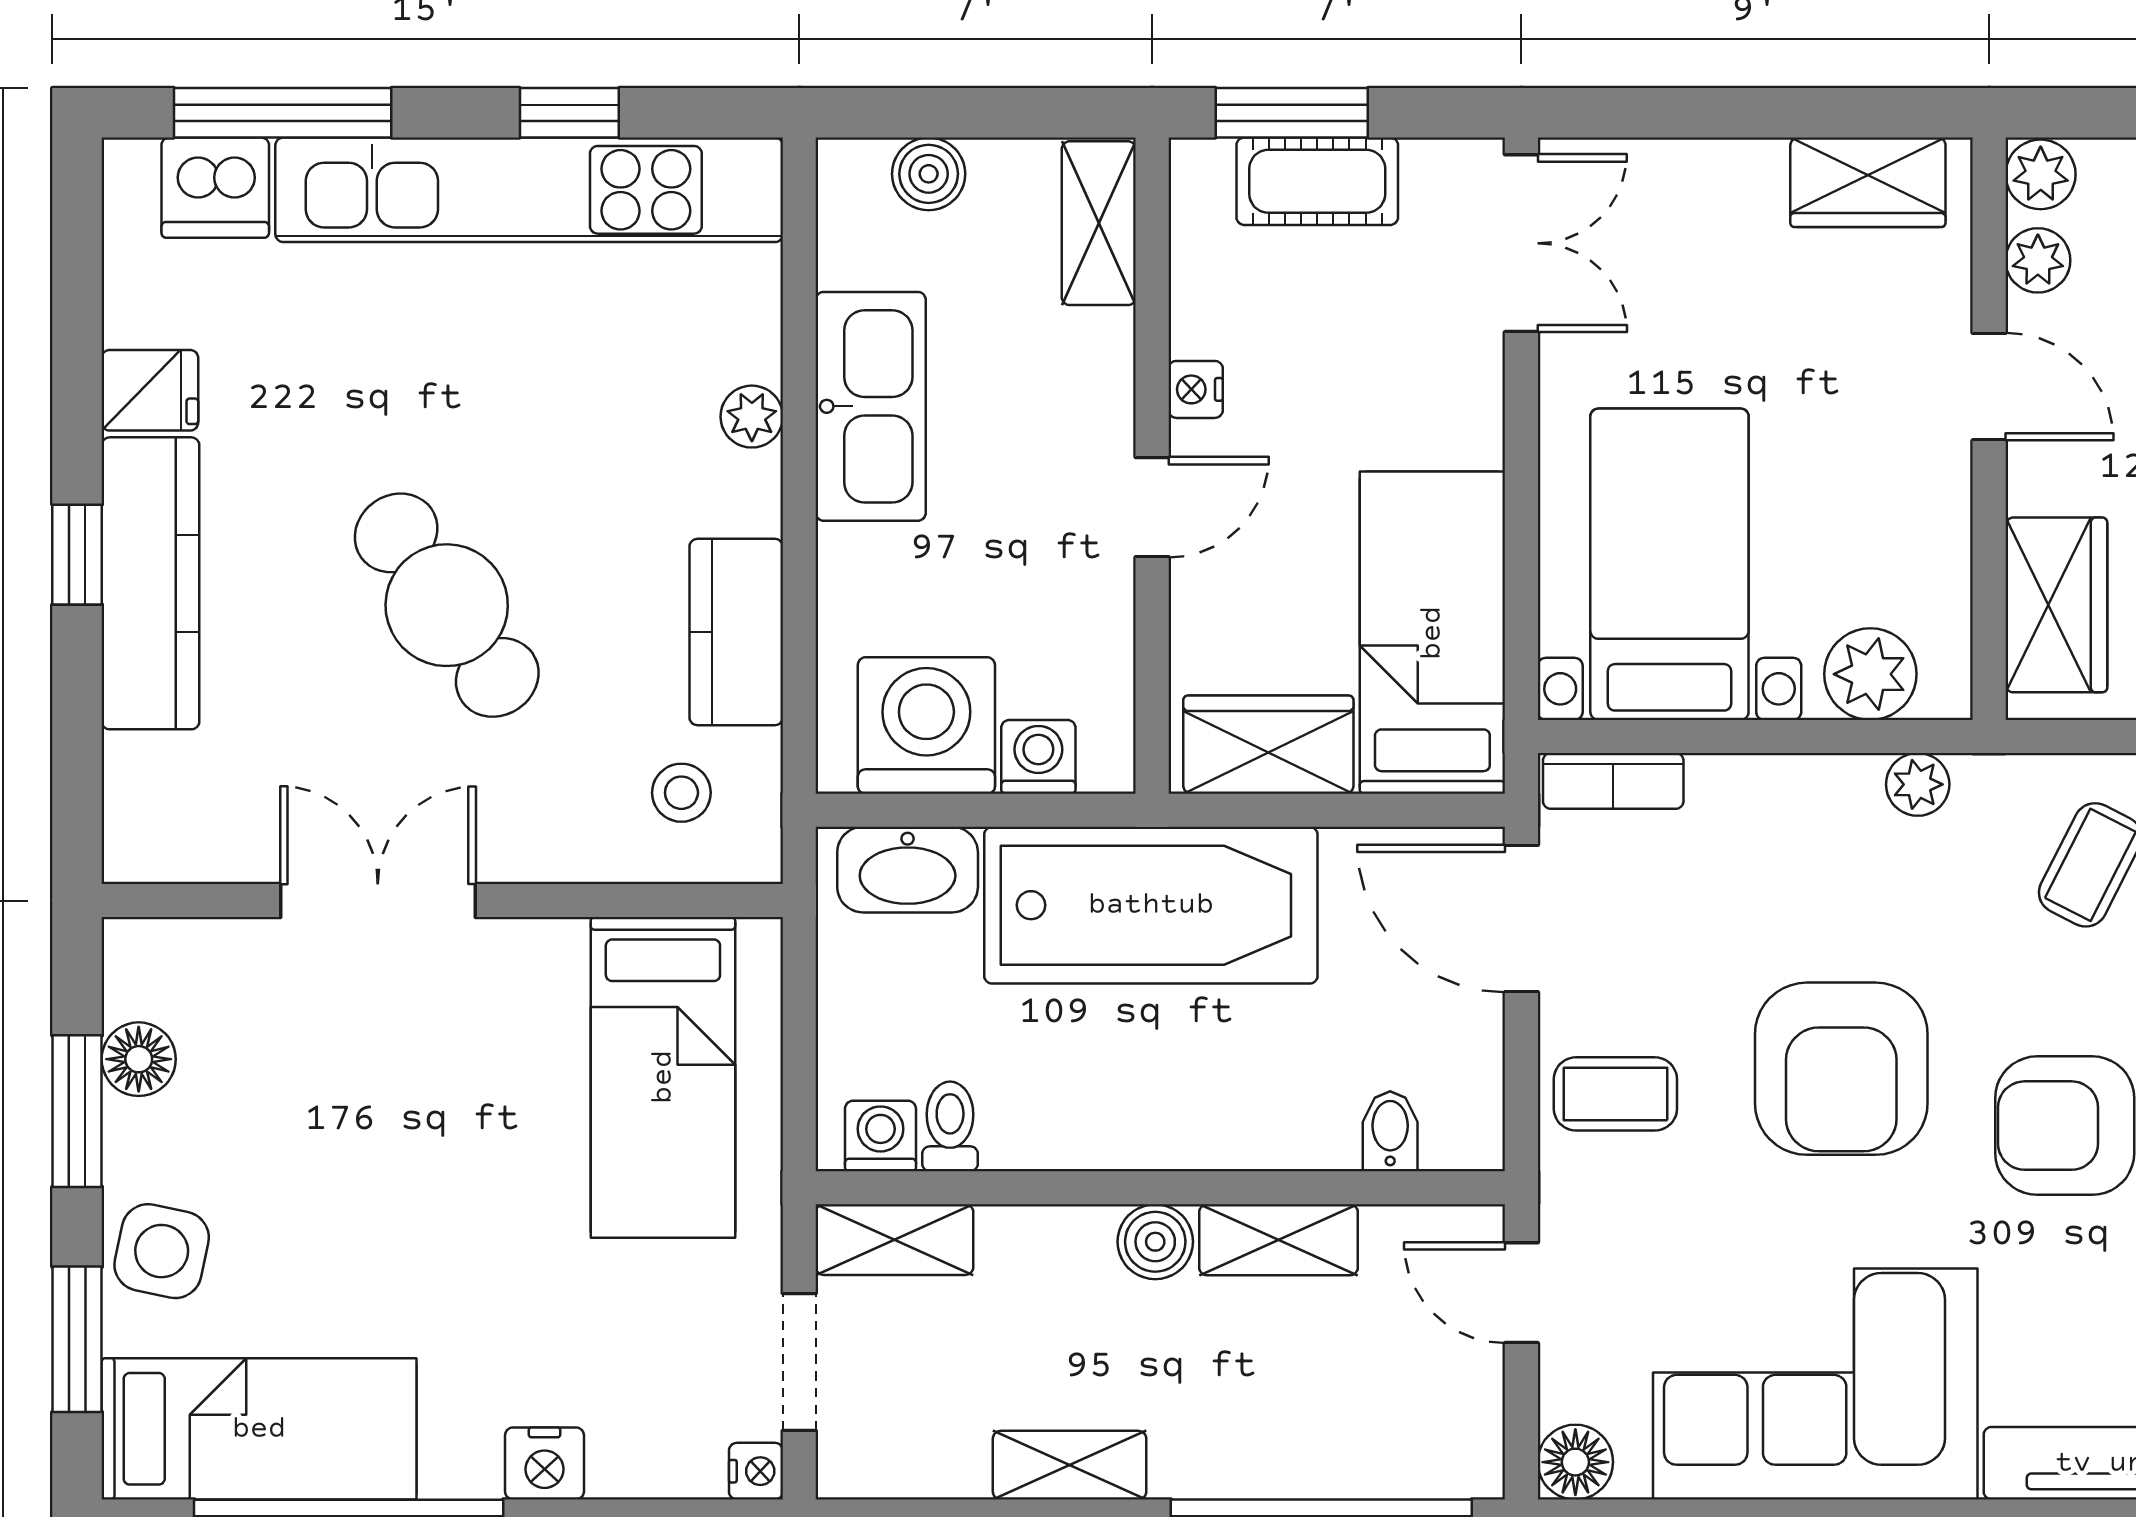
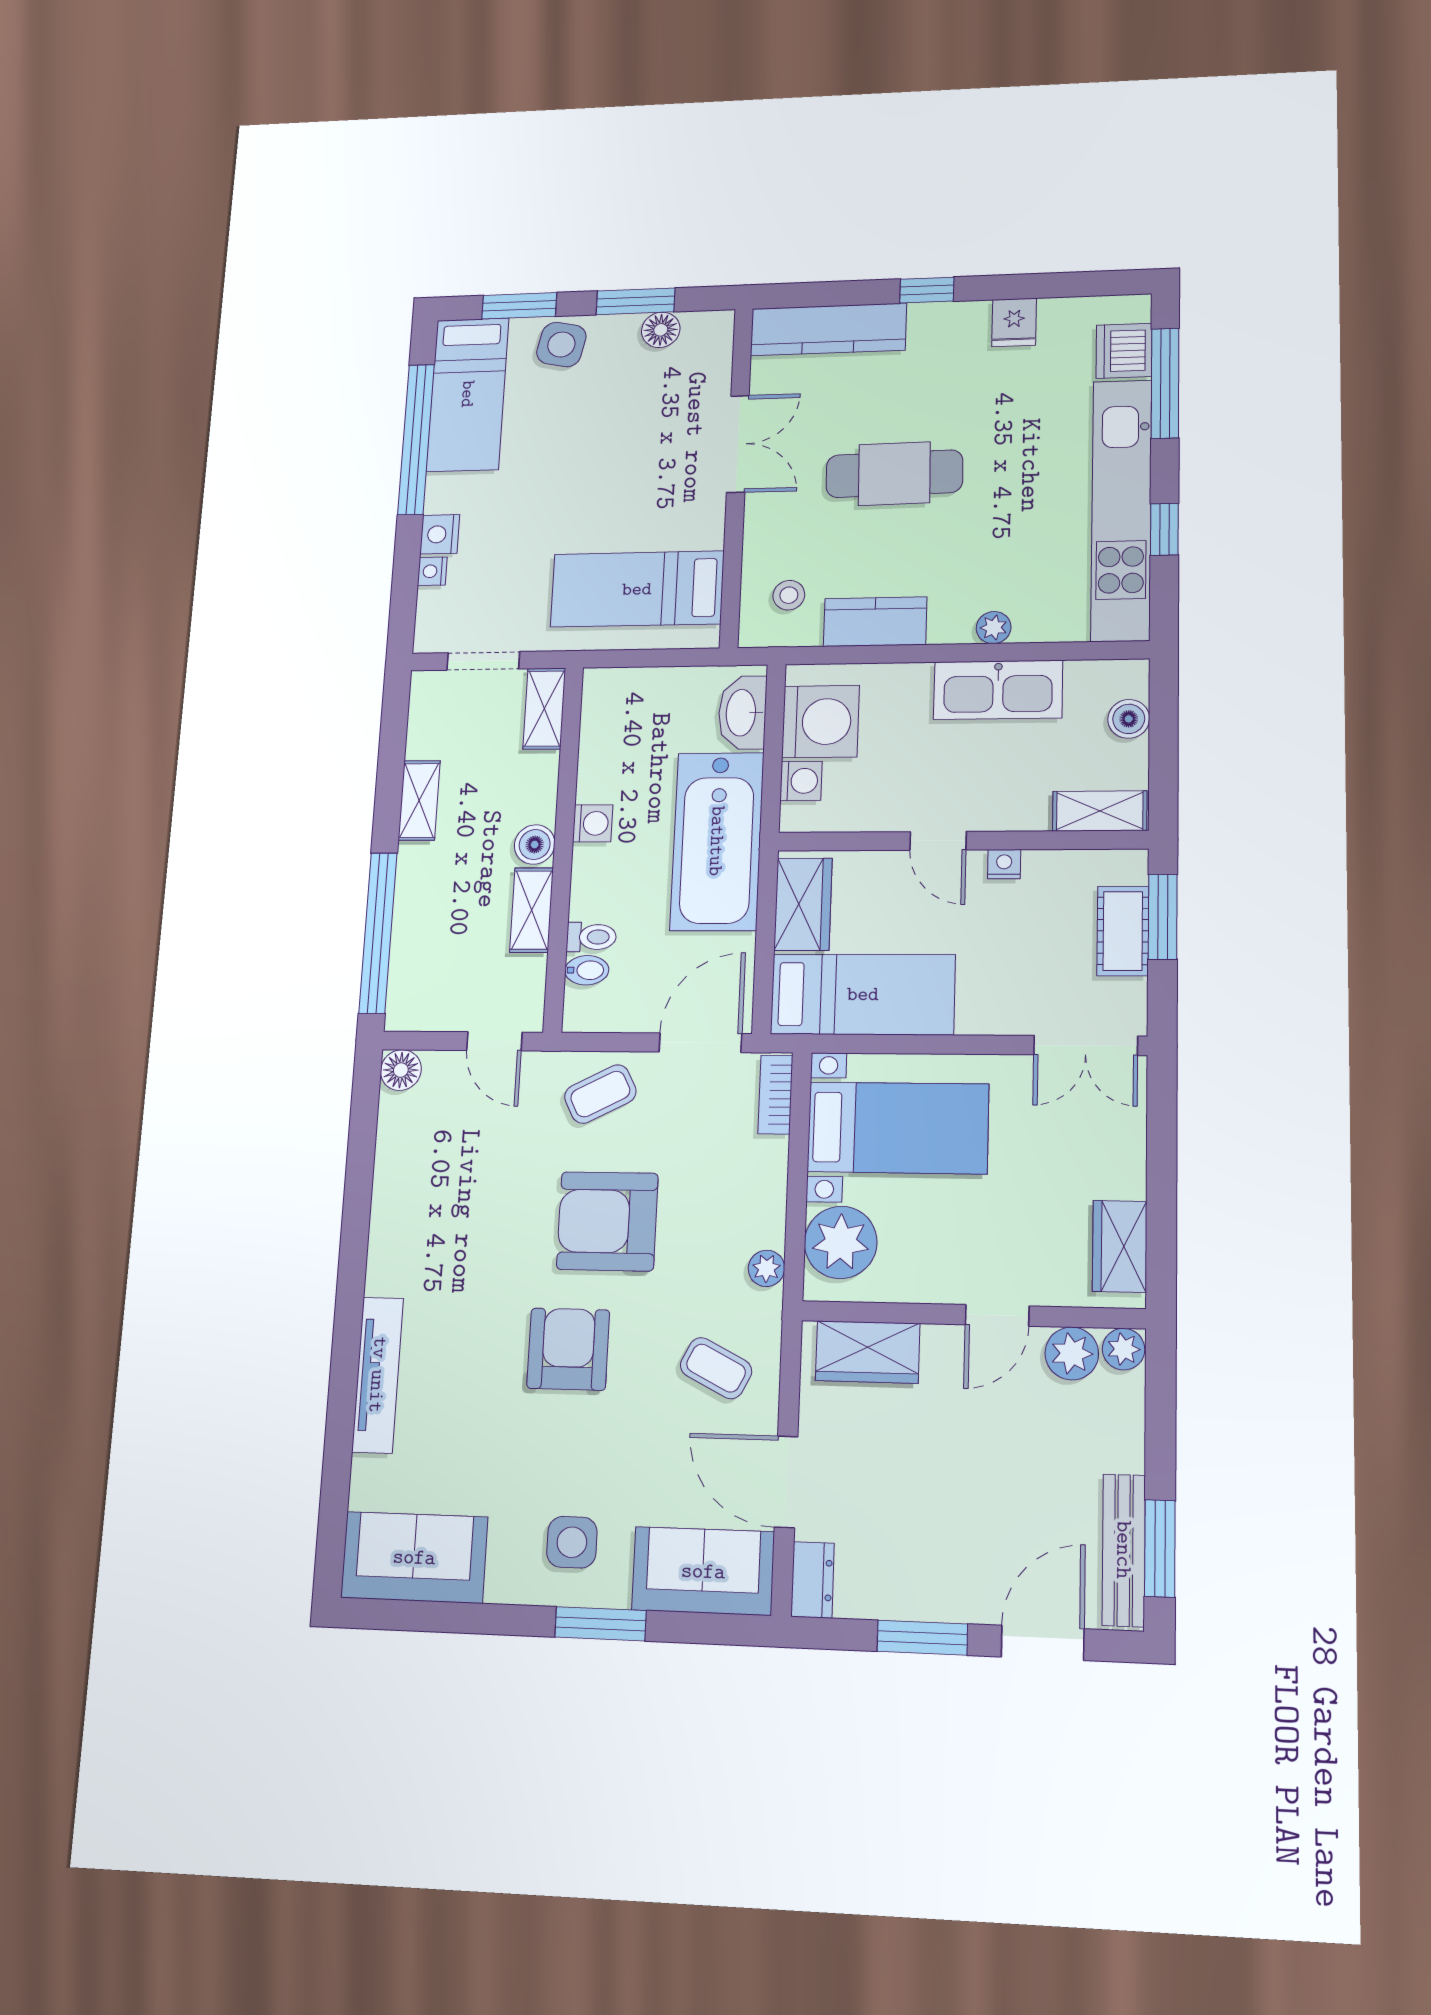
plant: (2038, 260) -> (1072, 1353), width x1.38, depth x1.38
kitchen counter: (150, 583) -> (828, 329), moved
cafe table: (447, 605) -> (894, 474), turned 34
plant: (1870, 674) -> (841, 1242), width x1.36, depth x1.36
coffee table: (1615, 1094) -> (600, 1094), turned 63
toilet: (950, 1126) -> (591, 937), moved
washing machine: (880, 1136) -> (593, 823), moved
door: (1521, 1293) -> (494, 1041), swing flipped
corner sofa: (1815, 1384) -> (434, 1203), removed
nightstand: (756, 1471) -> (432, 571), moved, turned 90

